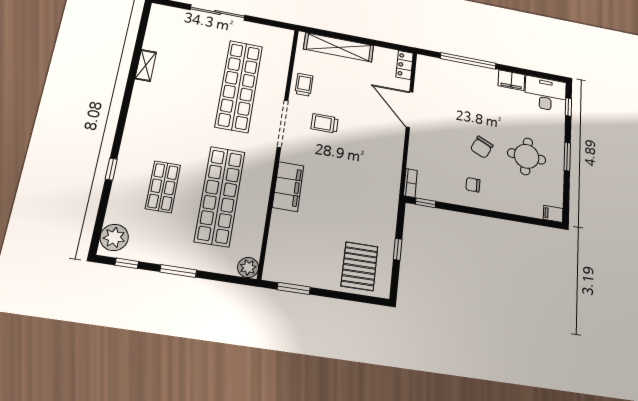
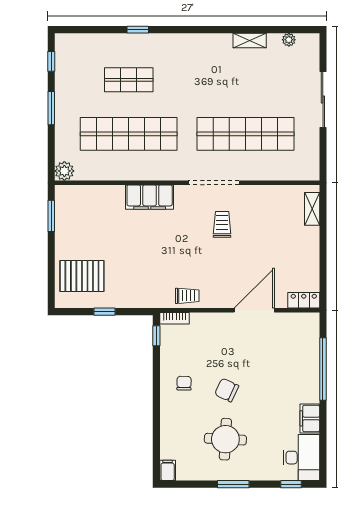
shelving: (339, 47) -> (312, 209), width x0.45, depth x0.75
trolley: (304, 85) -> (187, 296), moved
plant: (114, 237) -> (289, 40), moved, width x0.53, depth x0.53

